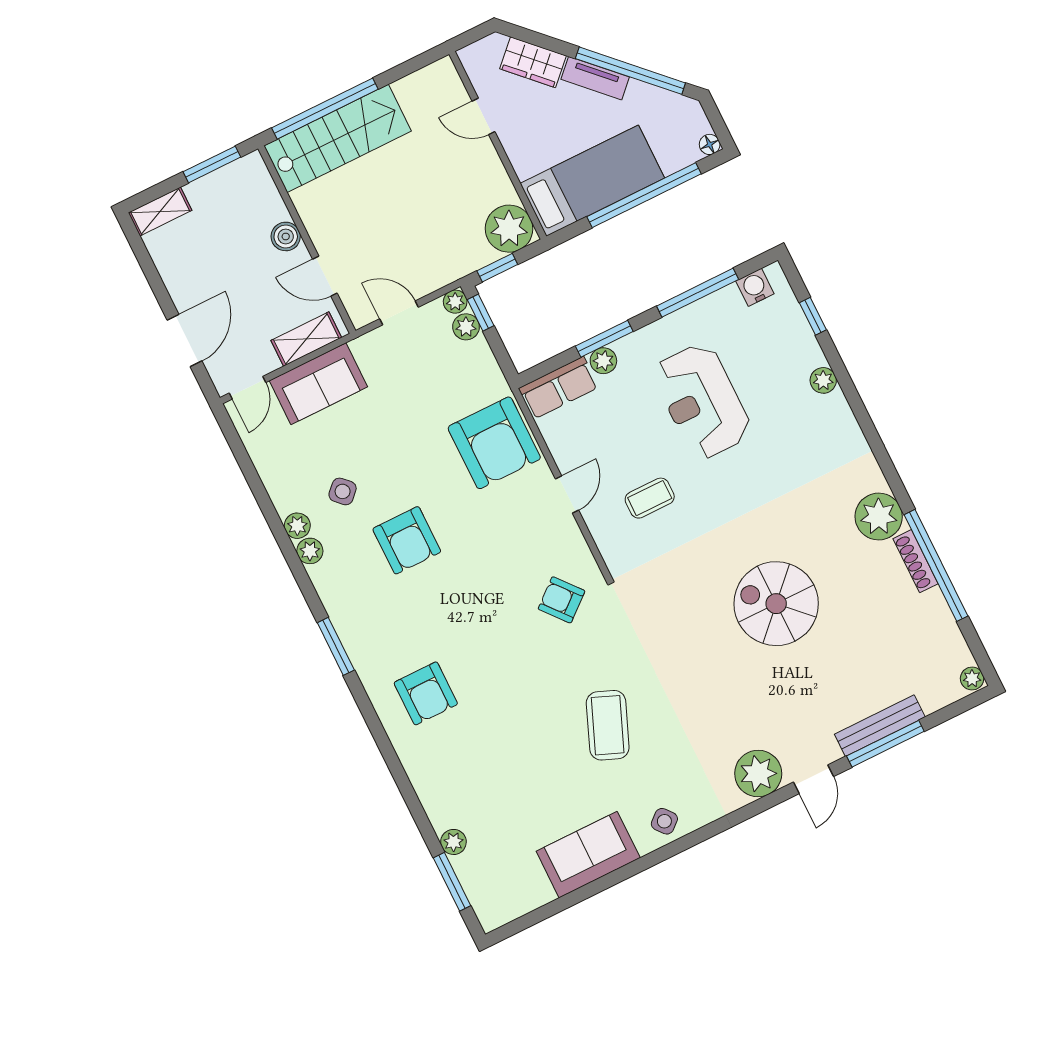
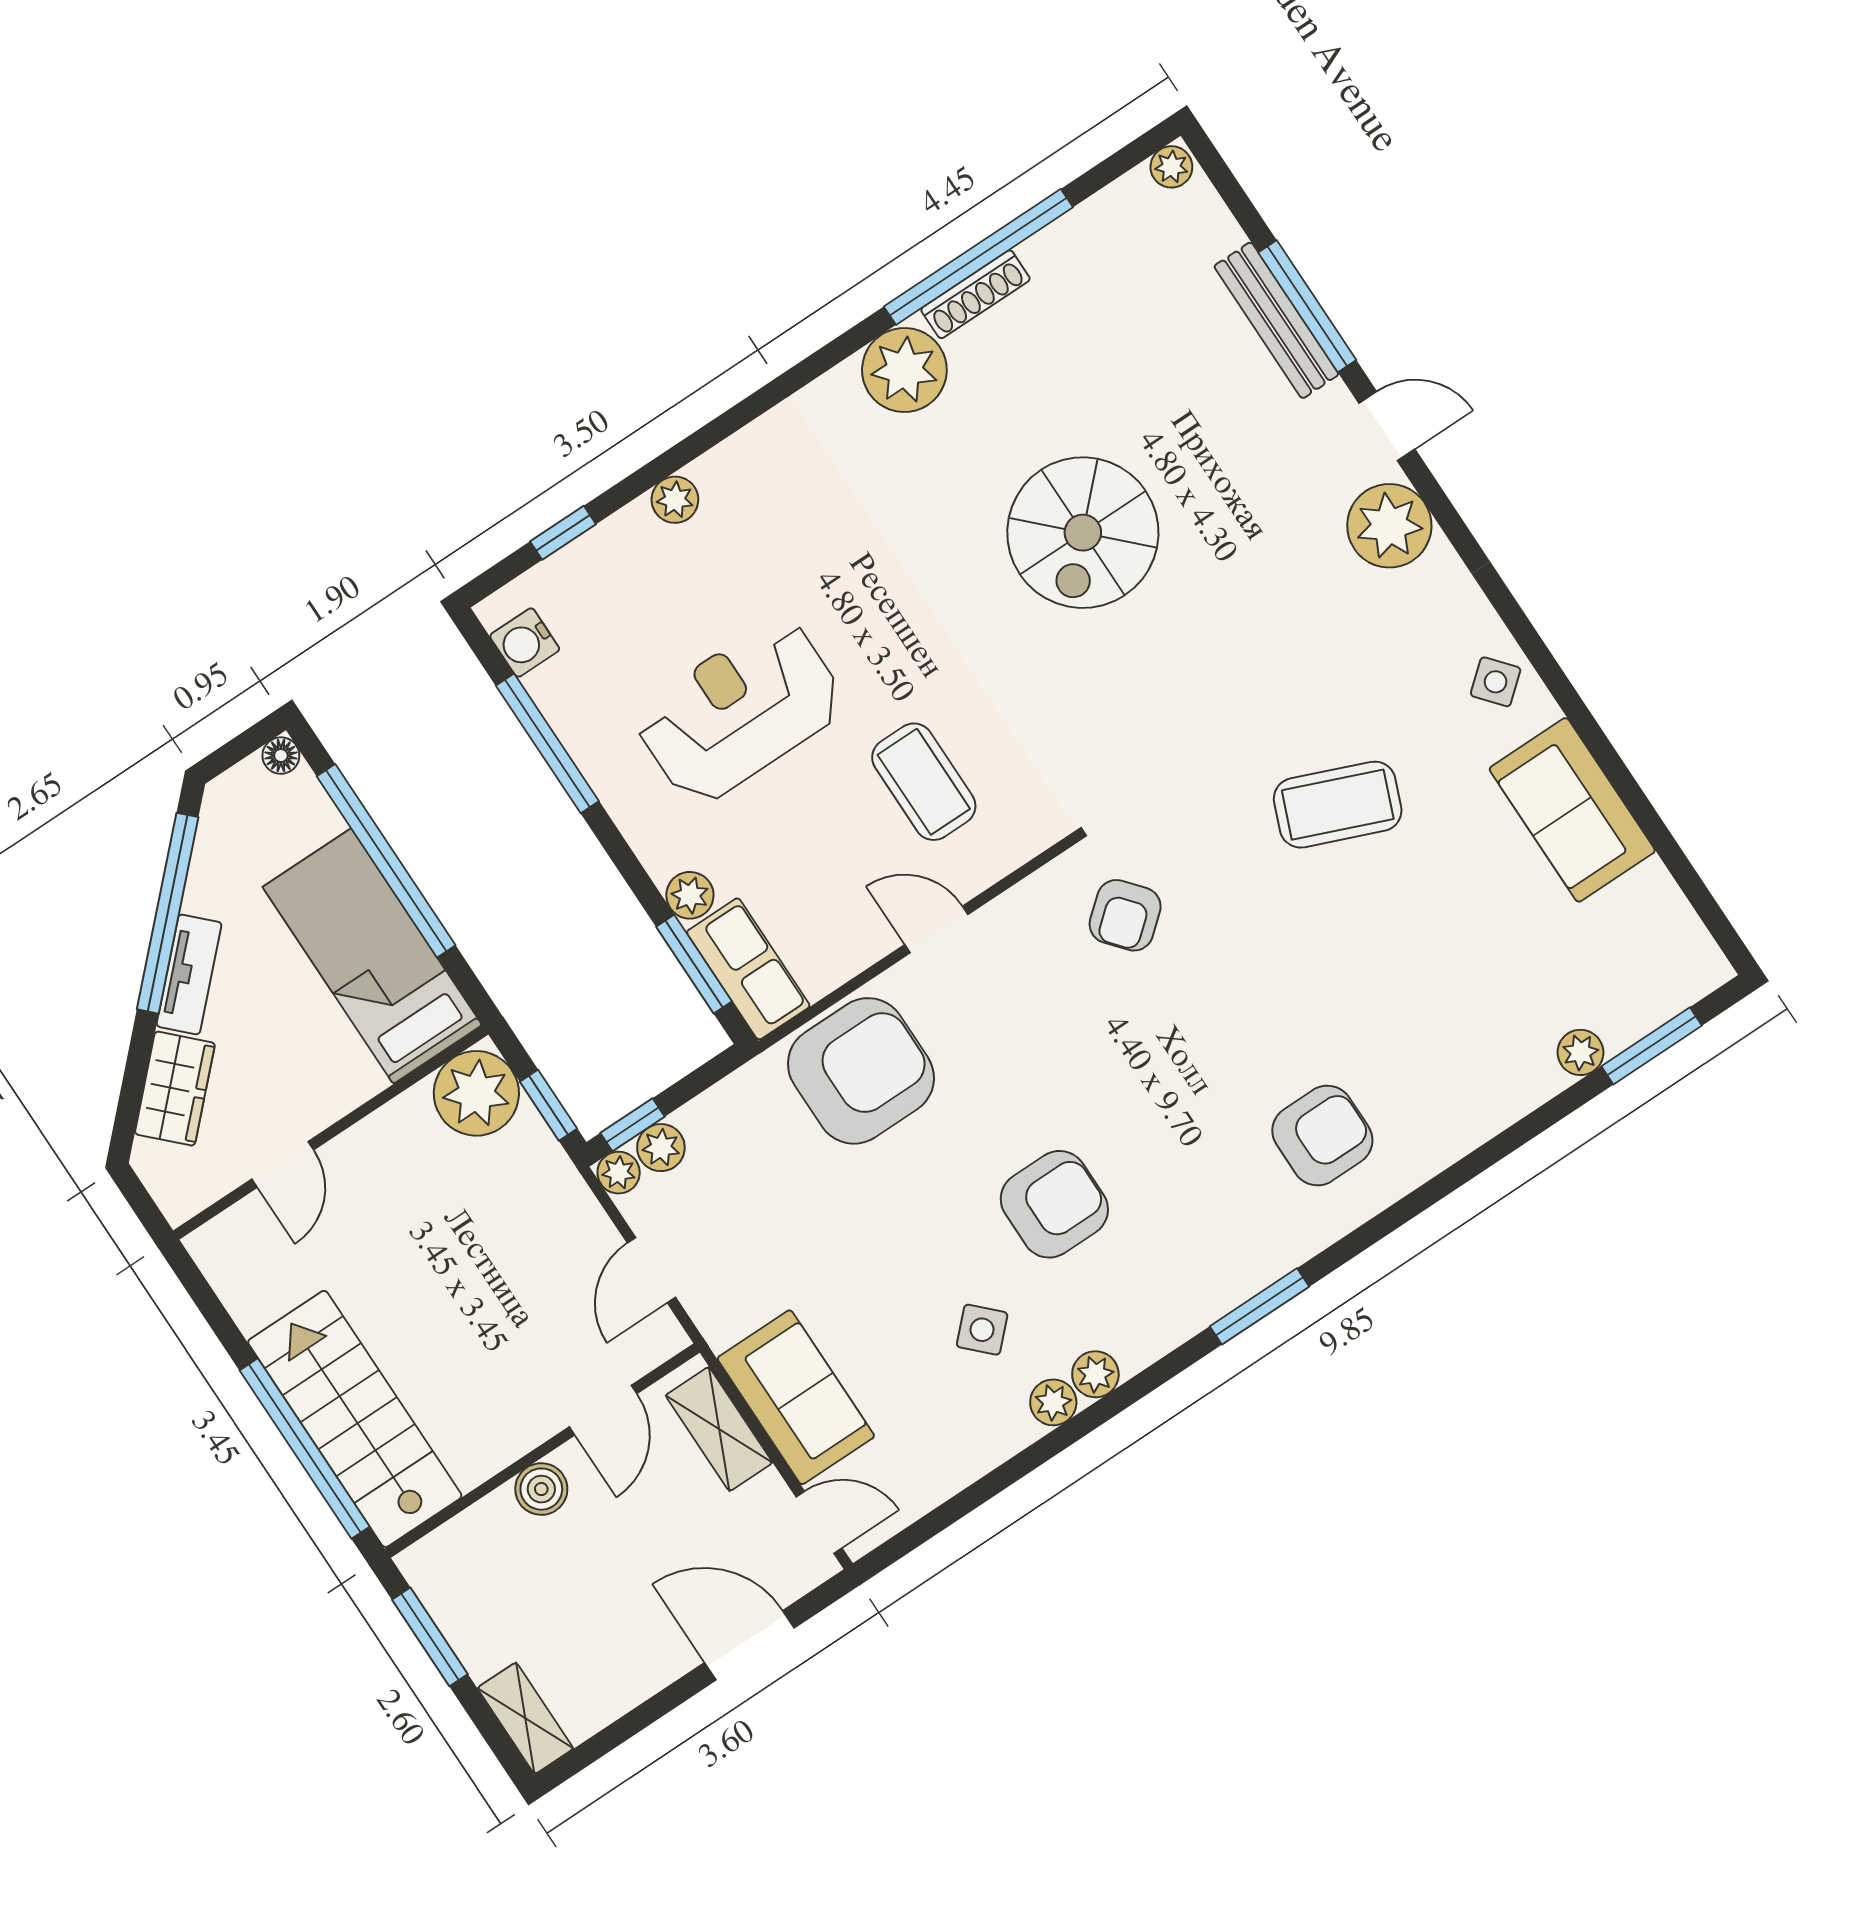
window: (604, 339) -> (694, 964), moved
reception desk: (702, 401) -> (740, 711), turned 180
coffee table: (650, 498) -> (924, 782), width x1.36, depth x1.30

